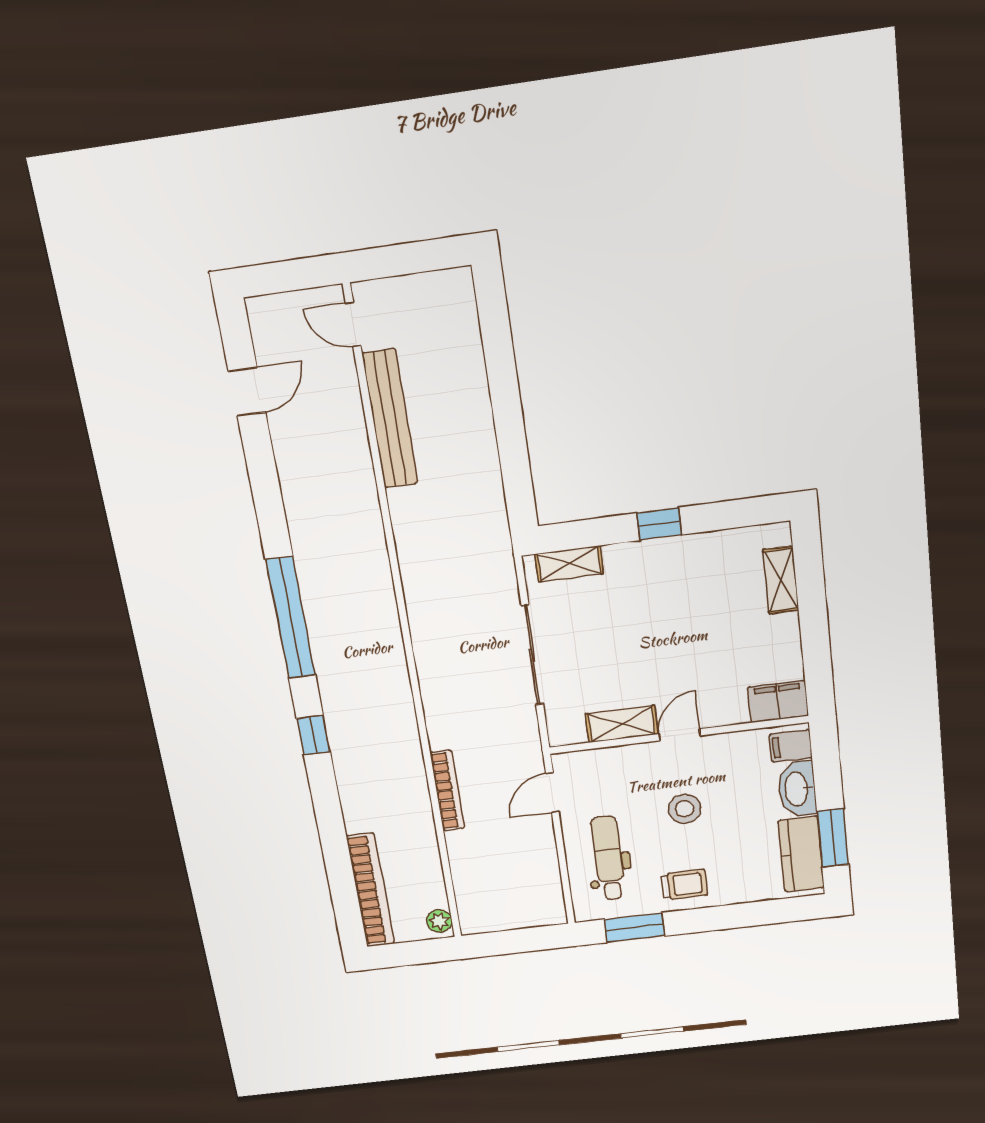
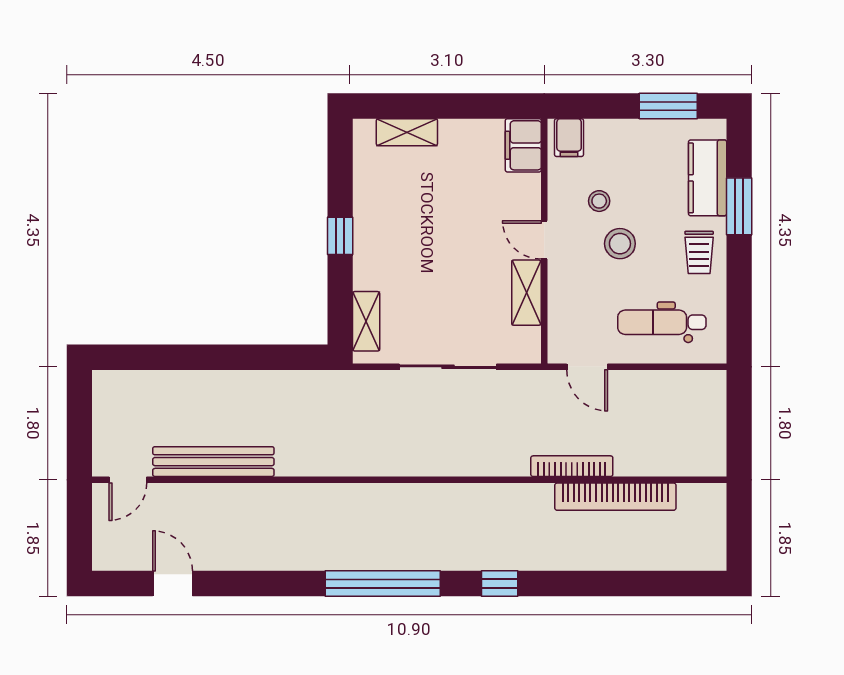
stool: (727, 783) -> (599, 201), added
washbasin: (797, 789) -> (613, 135), removed
kitchen counter: (801, 854) -> (708, 178), moved, turned 90
trolley: (684, 885) -> (699, 252), turned 180
bookcase: (370, 890) -> (615, 497), moved, turned 180
plant: (439, 921) -> (708, 495), removed
window: (634, 928) -> (739, 206), moved

